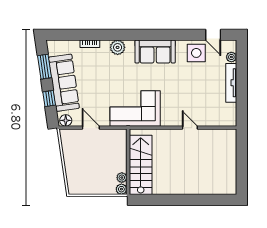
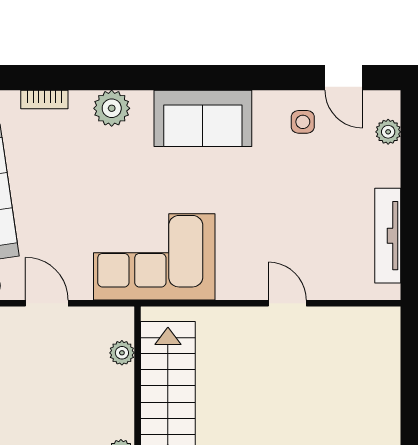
side table: (196, 53) -> (303, 122), width x0.54, depth x0.54
tv unit: (231, 83) -> (388, 236), moved
plant: (122, 178) -> (122, 353), moved

